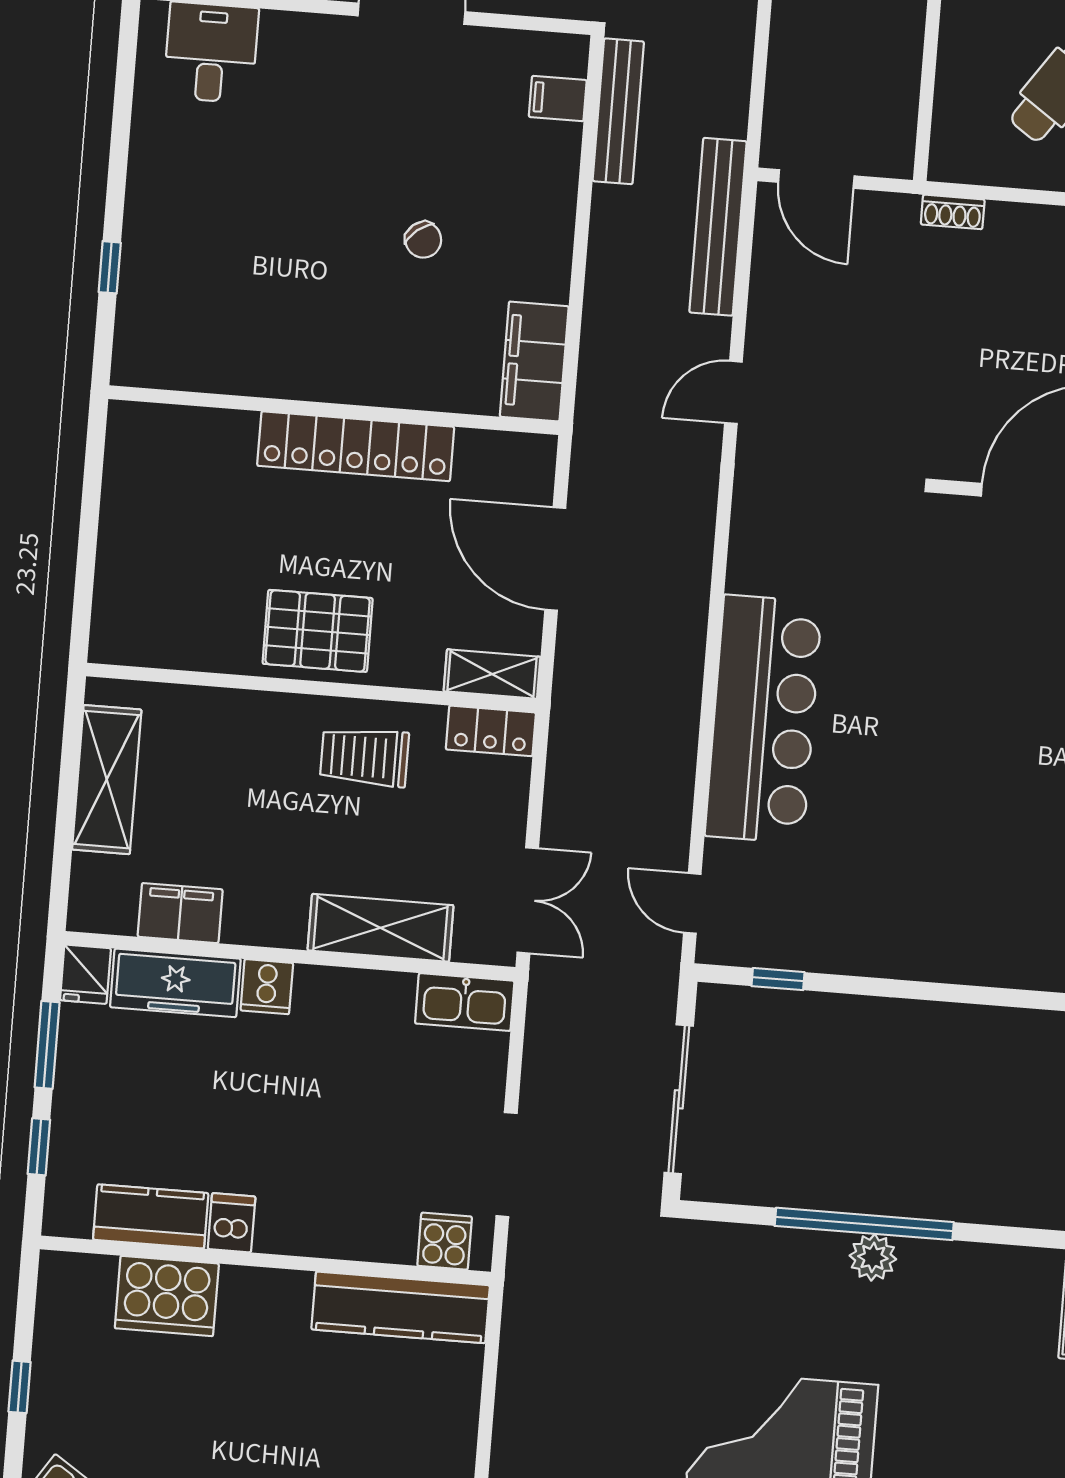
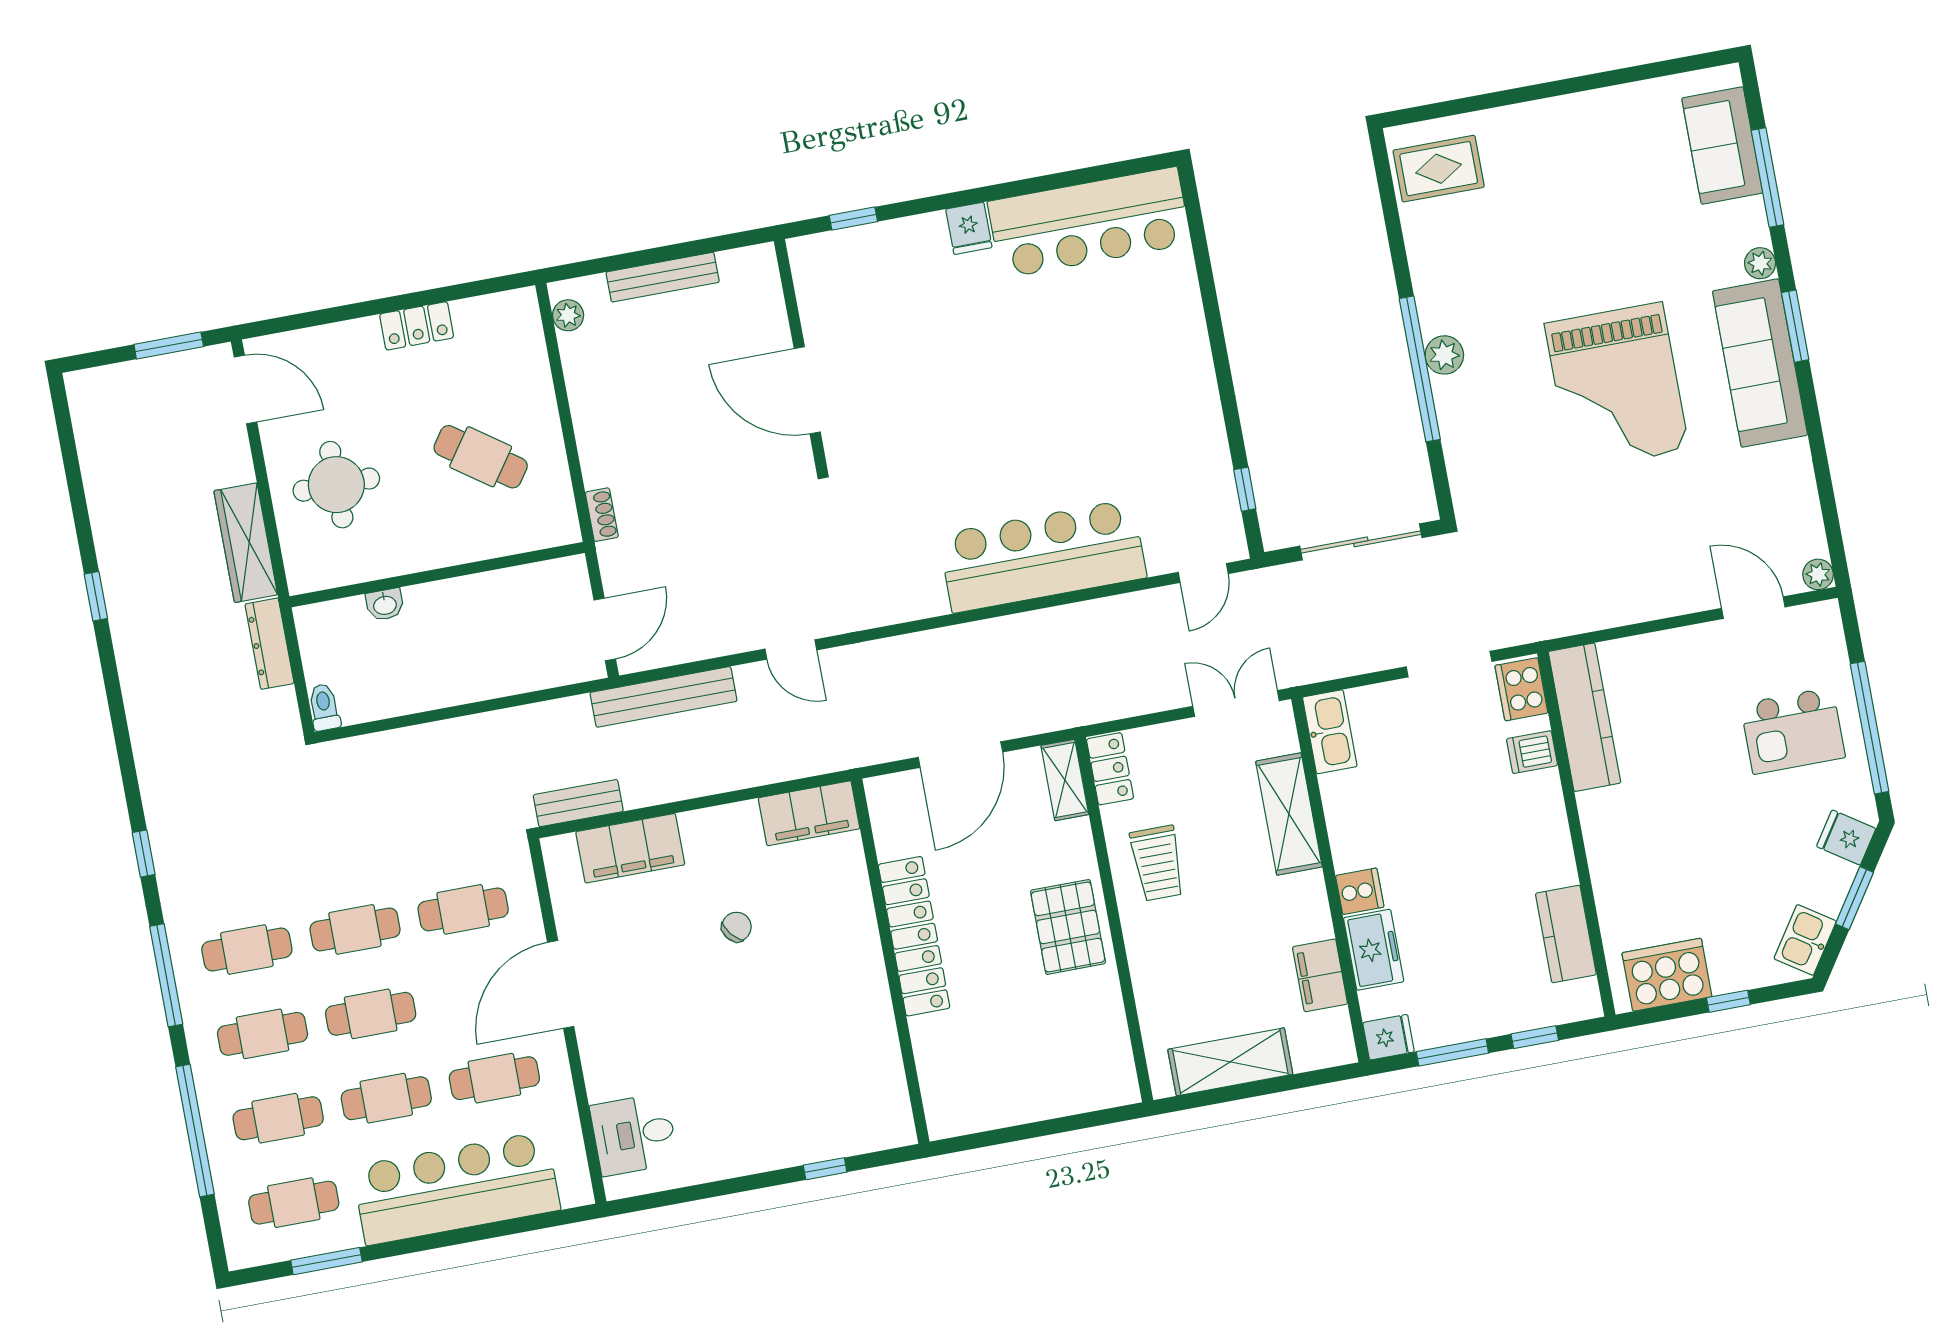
filing cabinet: (558, 99) -> (630, 848), width x3.00, depth x1.17
bench: (618, 111) -> (578, 803), width x0.73
freezer: (175, 983) -> (1374, 950), width x0.71
dishwasher: (232, 1223) -> (1532, 752), moved
cooker: (445, 1241) -> (1521, 689), width x1.36
cooker: (167, 1296) -> (1667, 975), moved, turned -90

